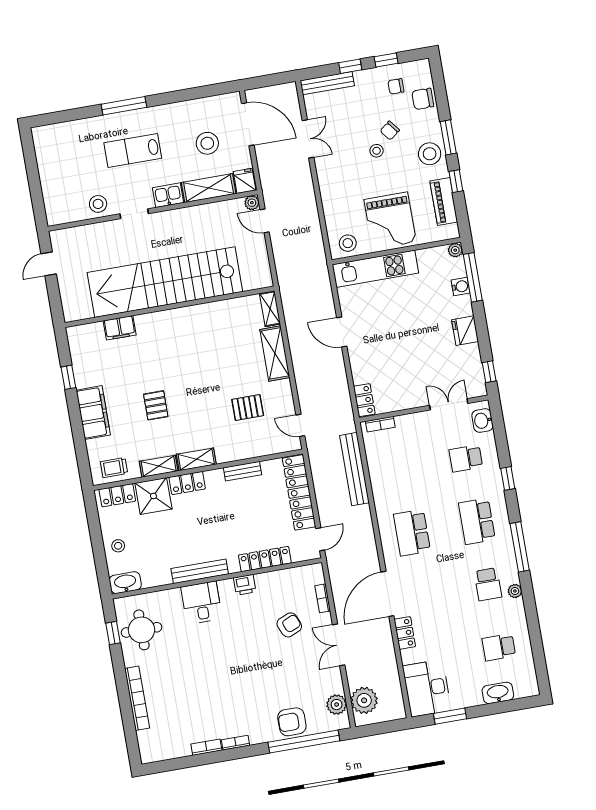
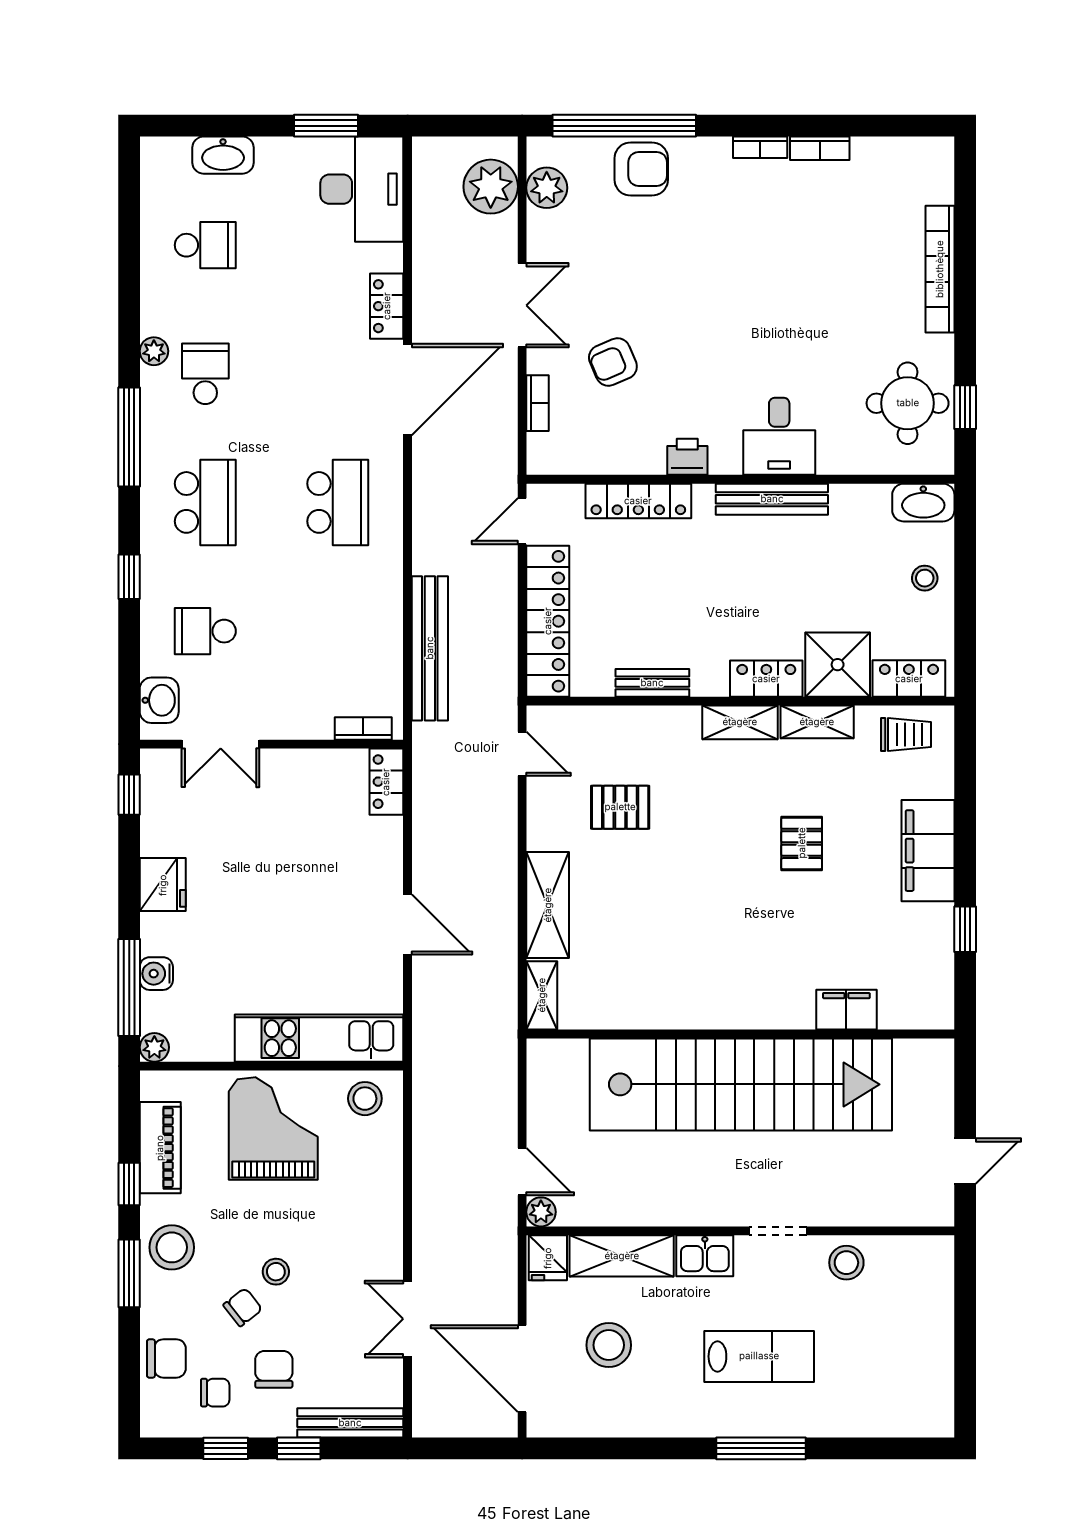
chair: (369, 103) -> (274, 1369), added
school desk: (466, 458) -> (205, 631), turned 180

